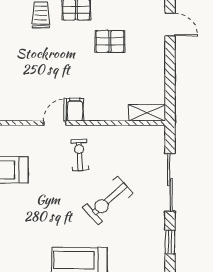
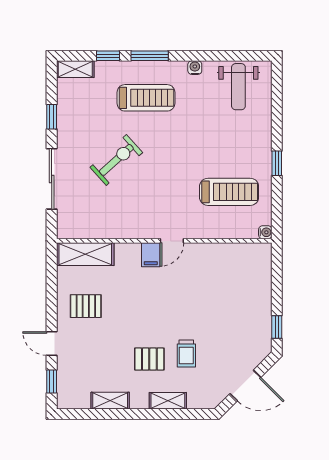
pallet: (110, 41) -> (86, 306), moved
shelving: (147, 113) -> (85, 254), width x1.50, depth x1.33
exercise bike: (80, 155) -> (146, 208), removed

